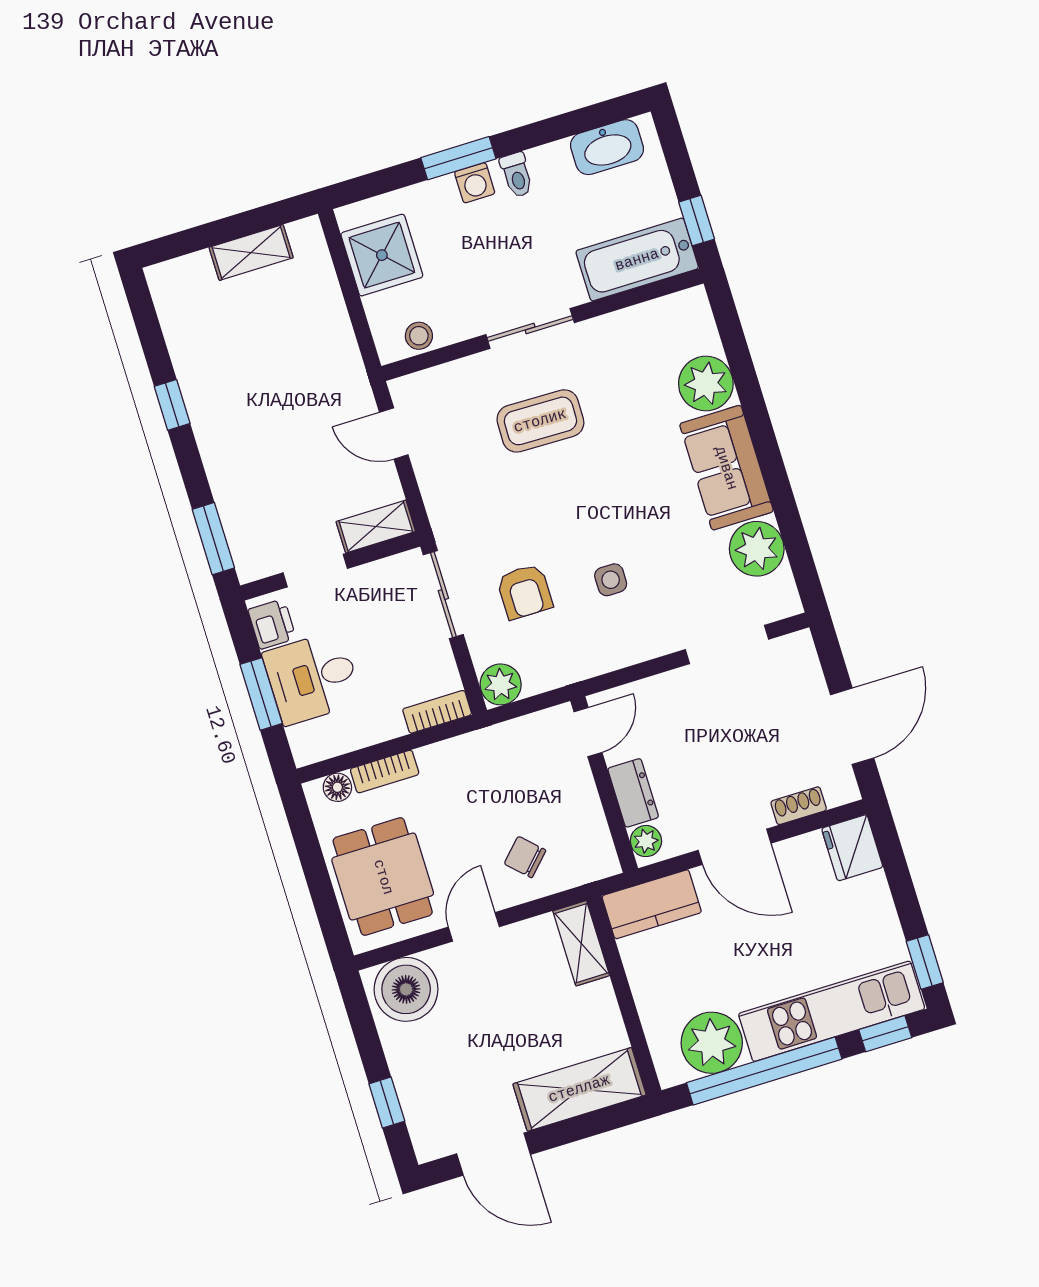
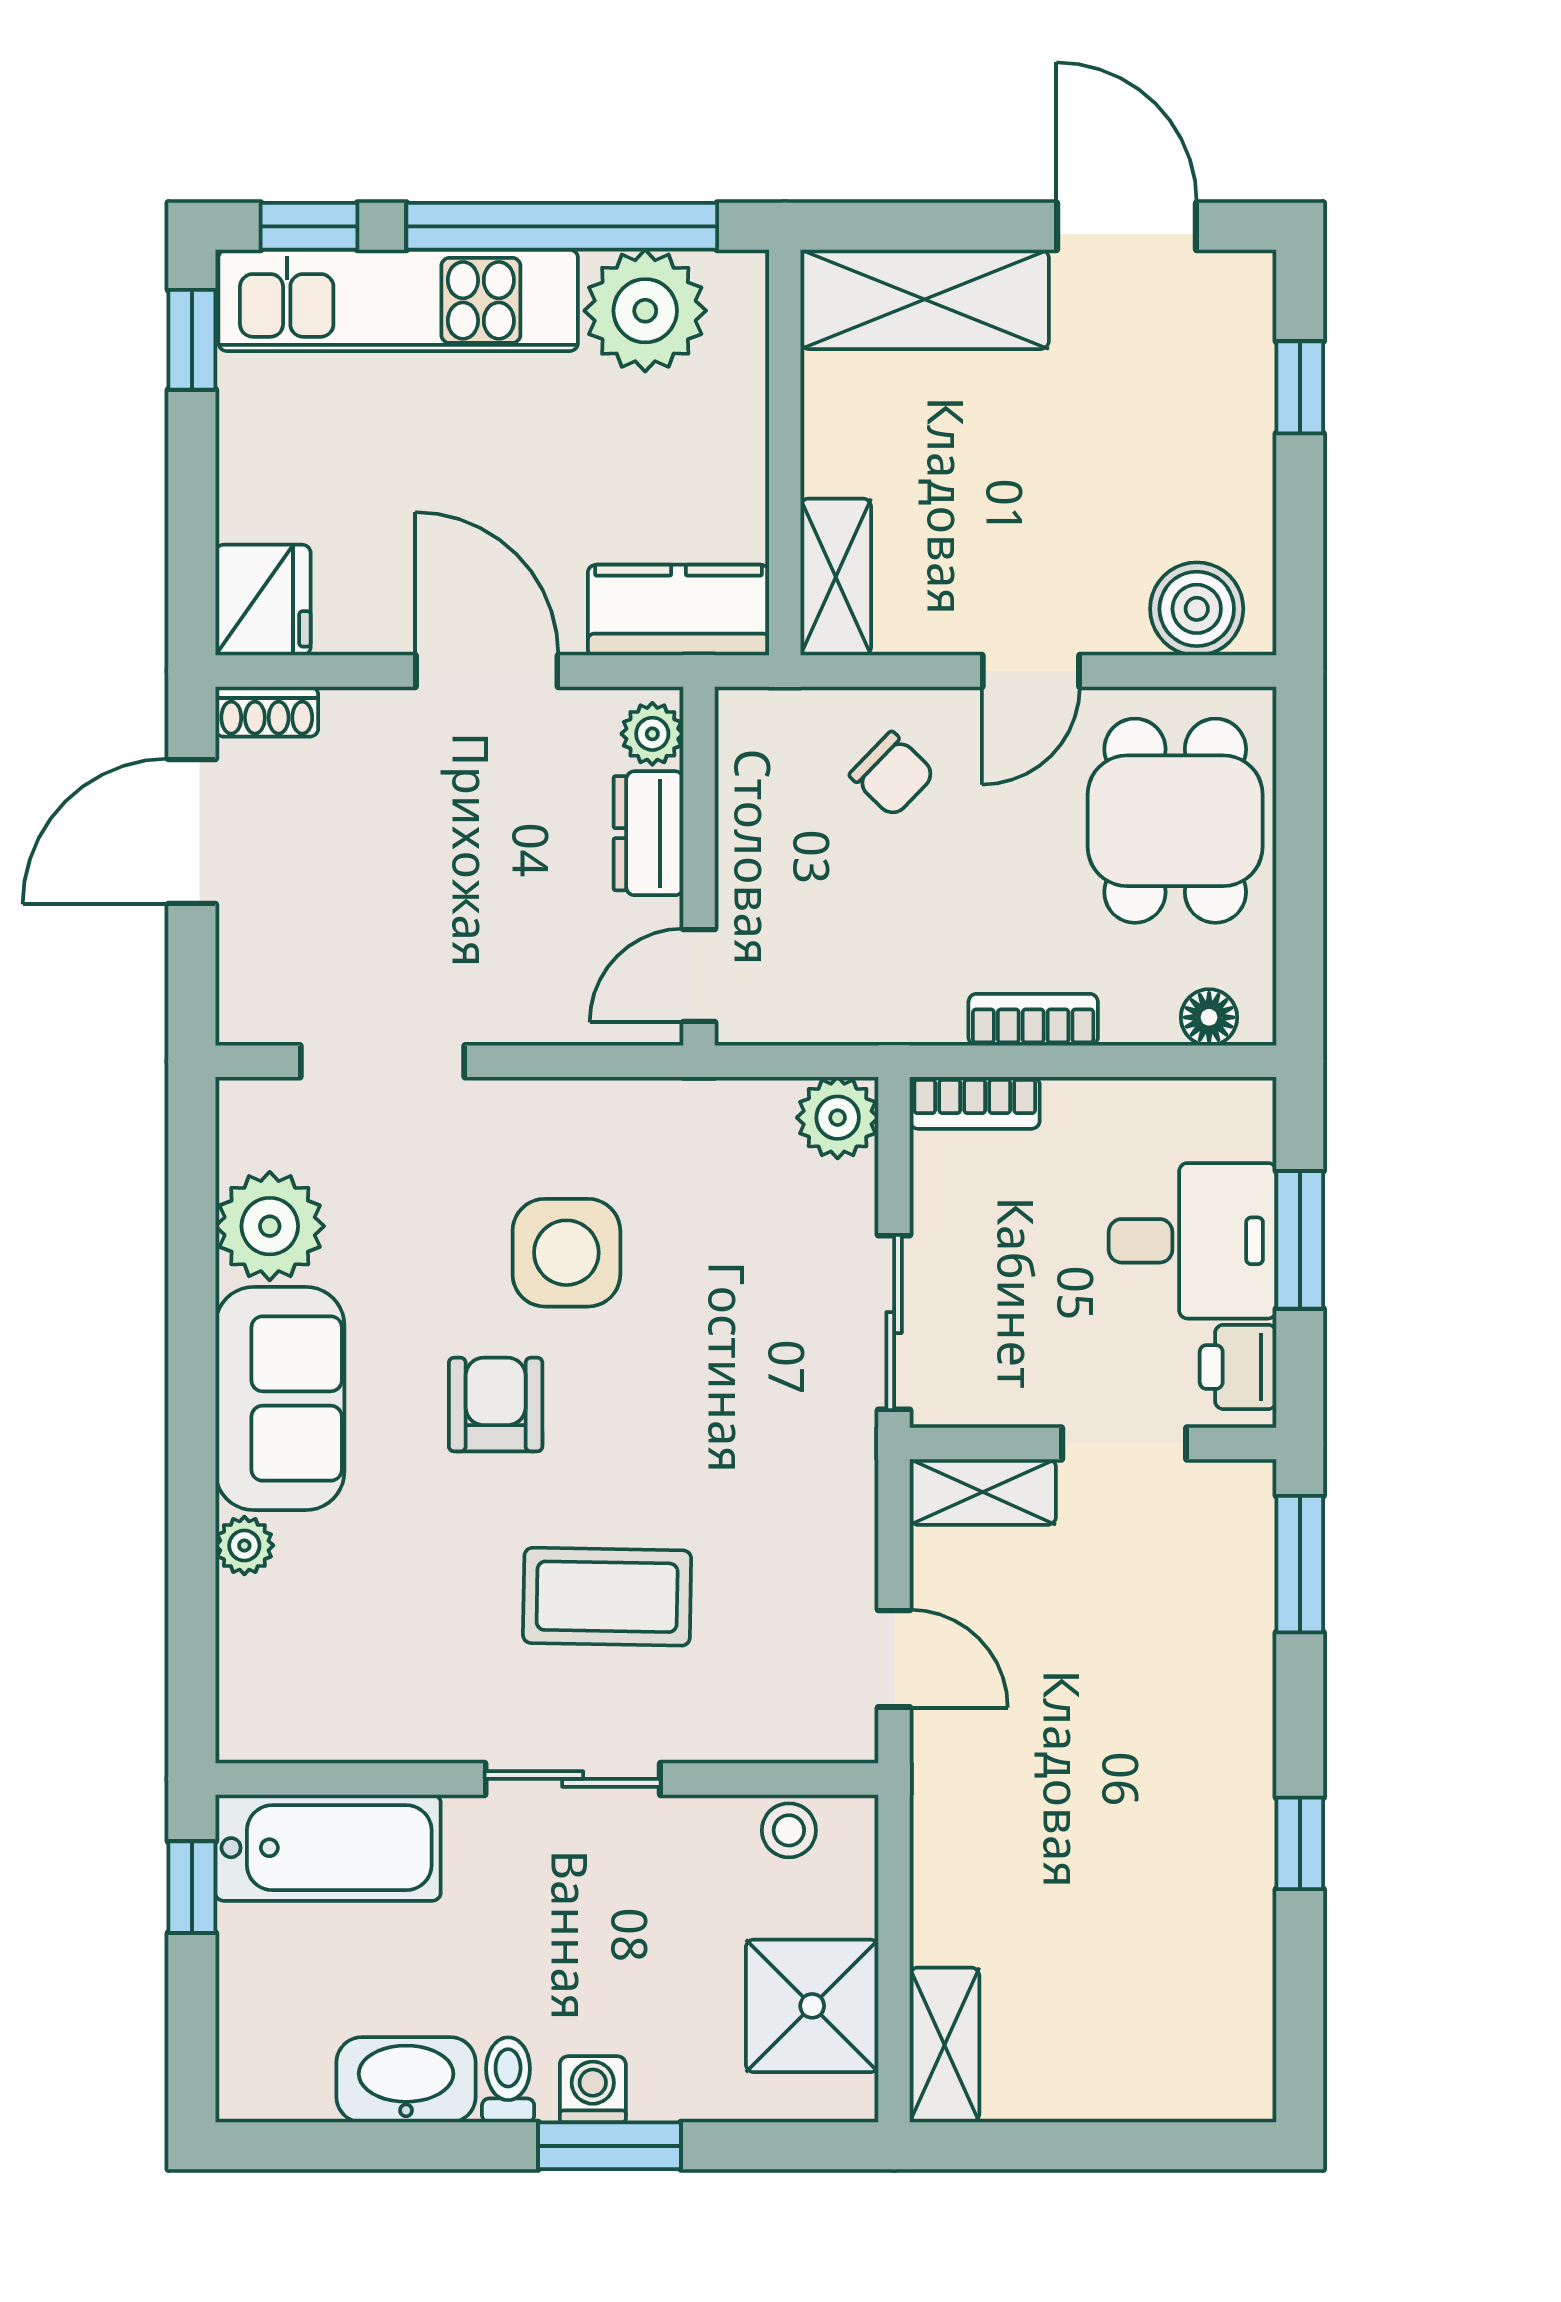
washbasin: (607, 147) -> (406, 2080), moved
shelving: (251, 253) -> (944, 2045), moved, turned 90
plant: (706, 384) -> (244, 1545), width x0.53, depth x0.53
side table: (611, 580) -> (566, 1253), width x1.87, depth x1.87
armchair: (525, 592) -> (496, 1405), moved
bookcase: (385, 772) -> (1033, 1020), moved
shoe rack: (799, 806) -> (267, 712), moved
boiler: (406, 989) -> (1197, 609), width x0.73, depth x0.73

